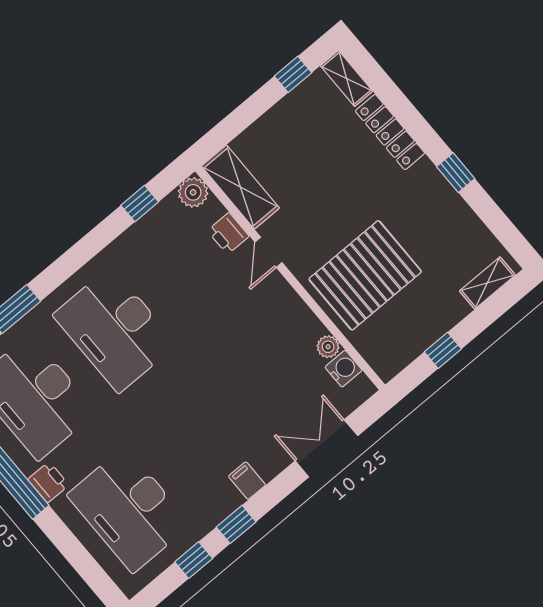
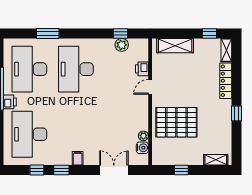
shelving: (240, 187) -> (175, 46), moved, turned 90
plant: (193, 192) -> (122, 45), moved

